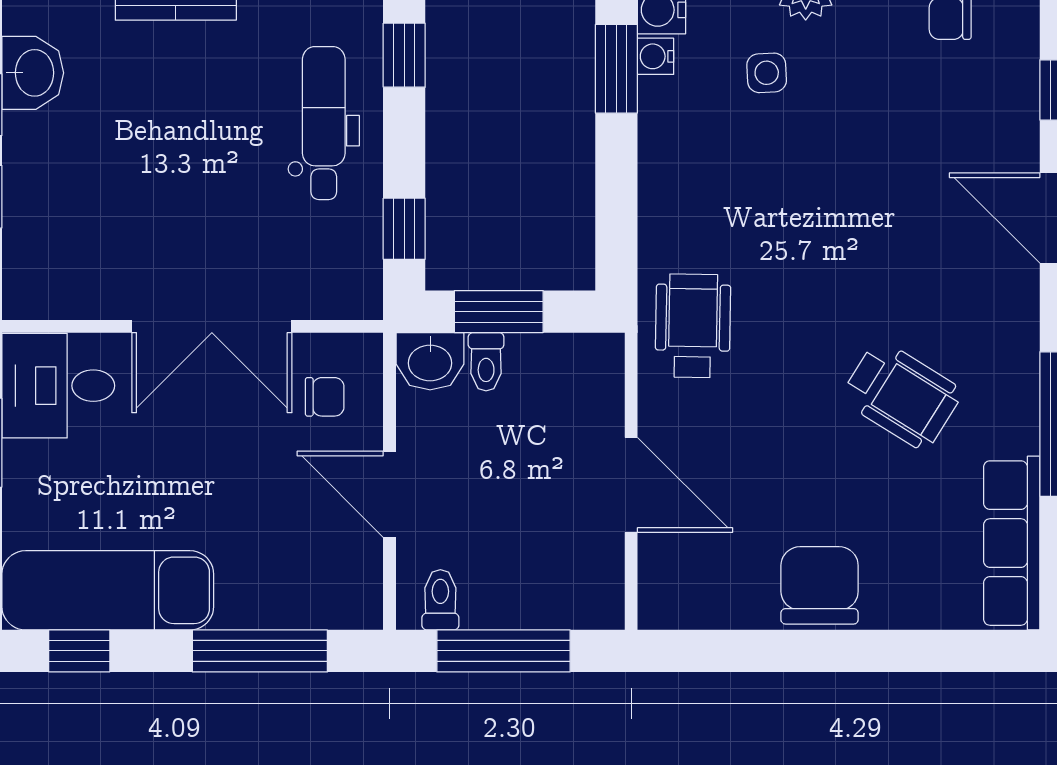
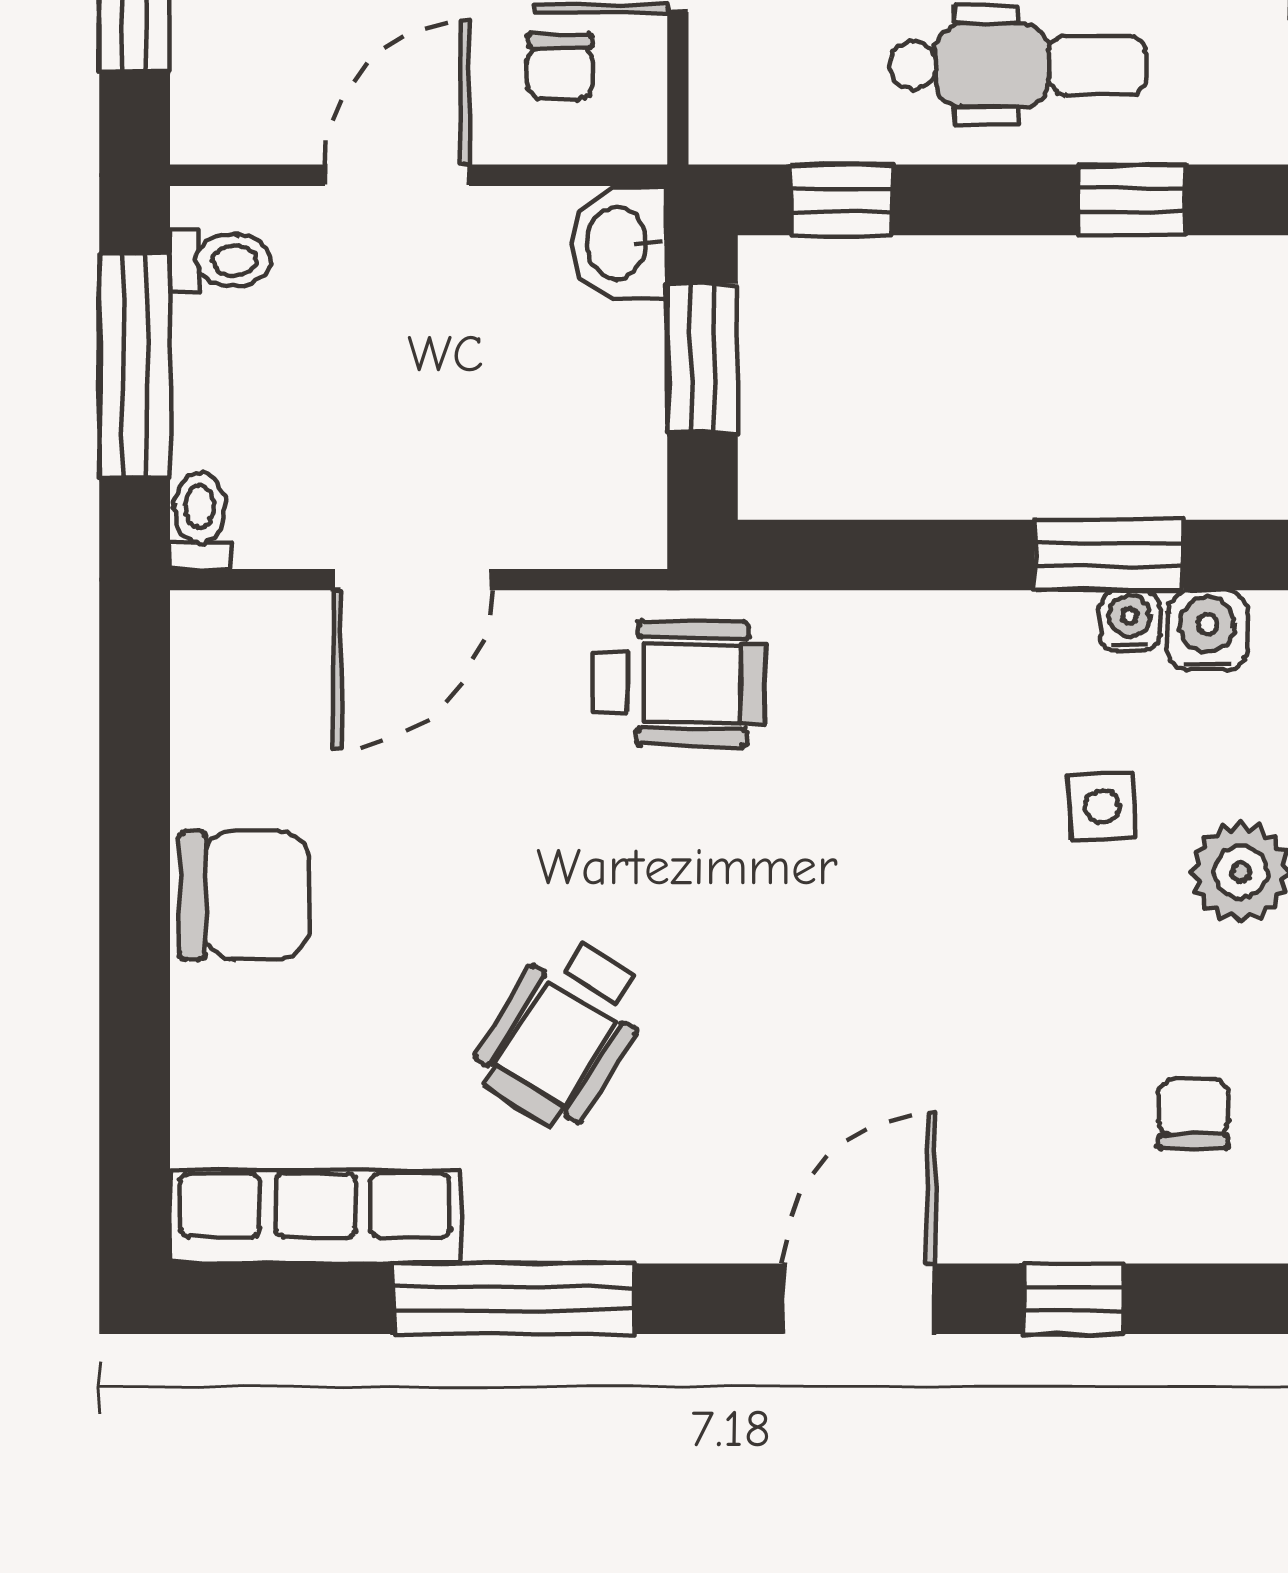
toilet: (486, 362) -> (200, 520), moved, turned 90

